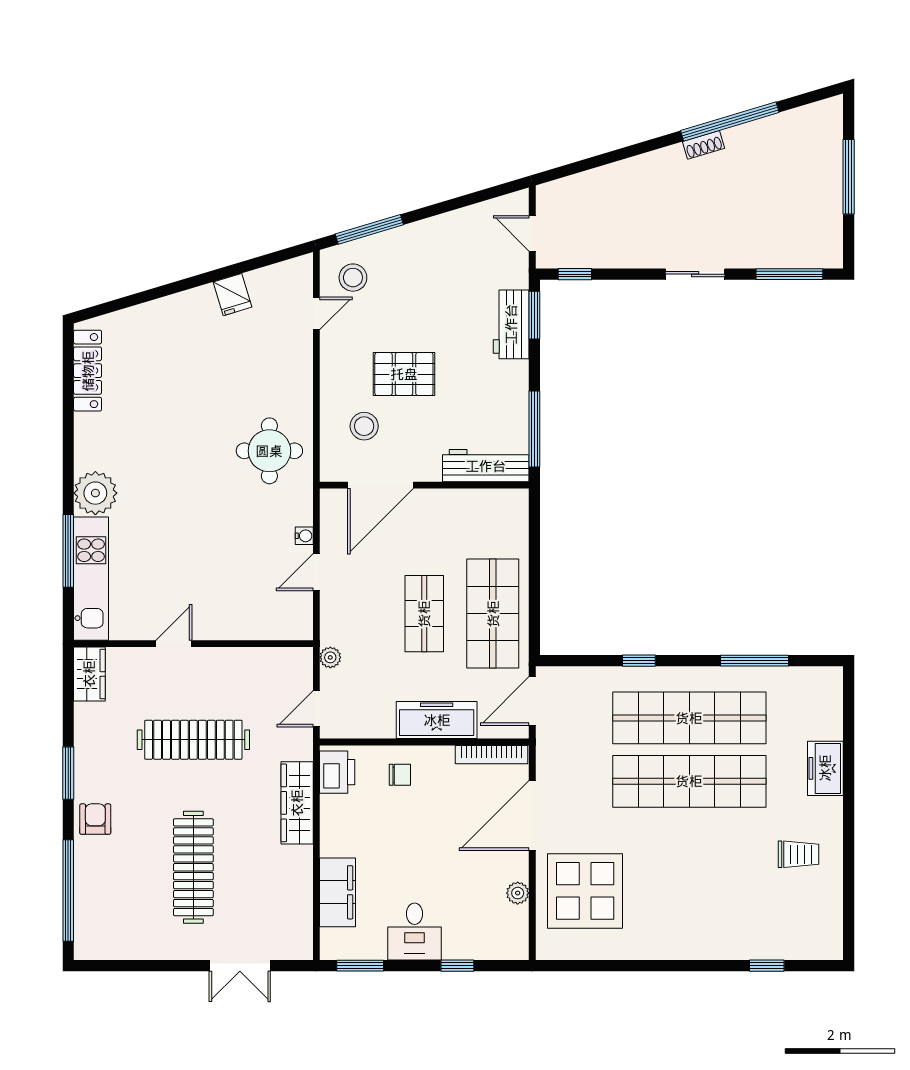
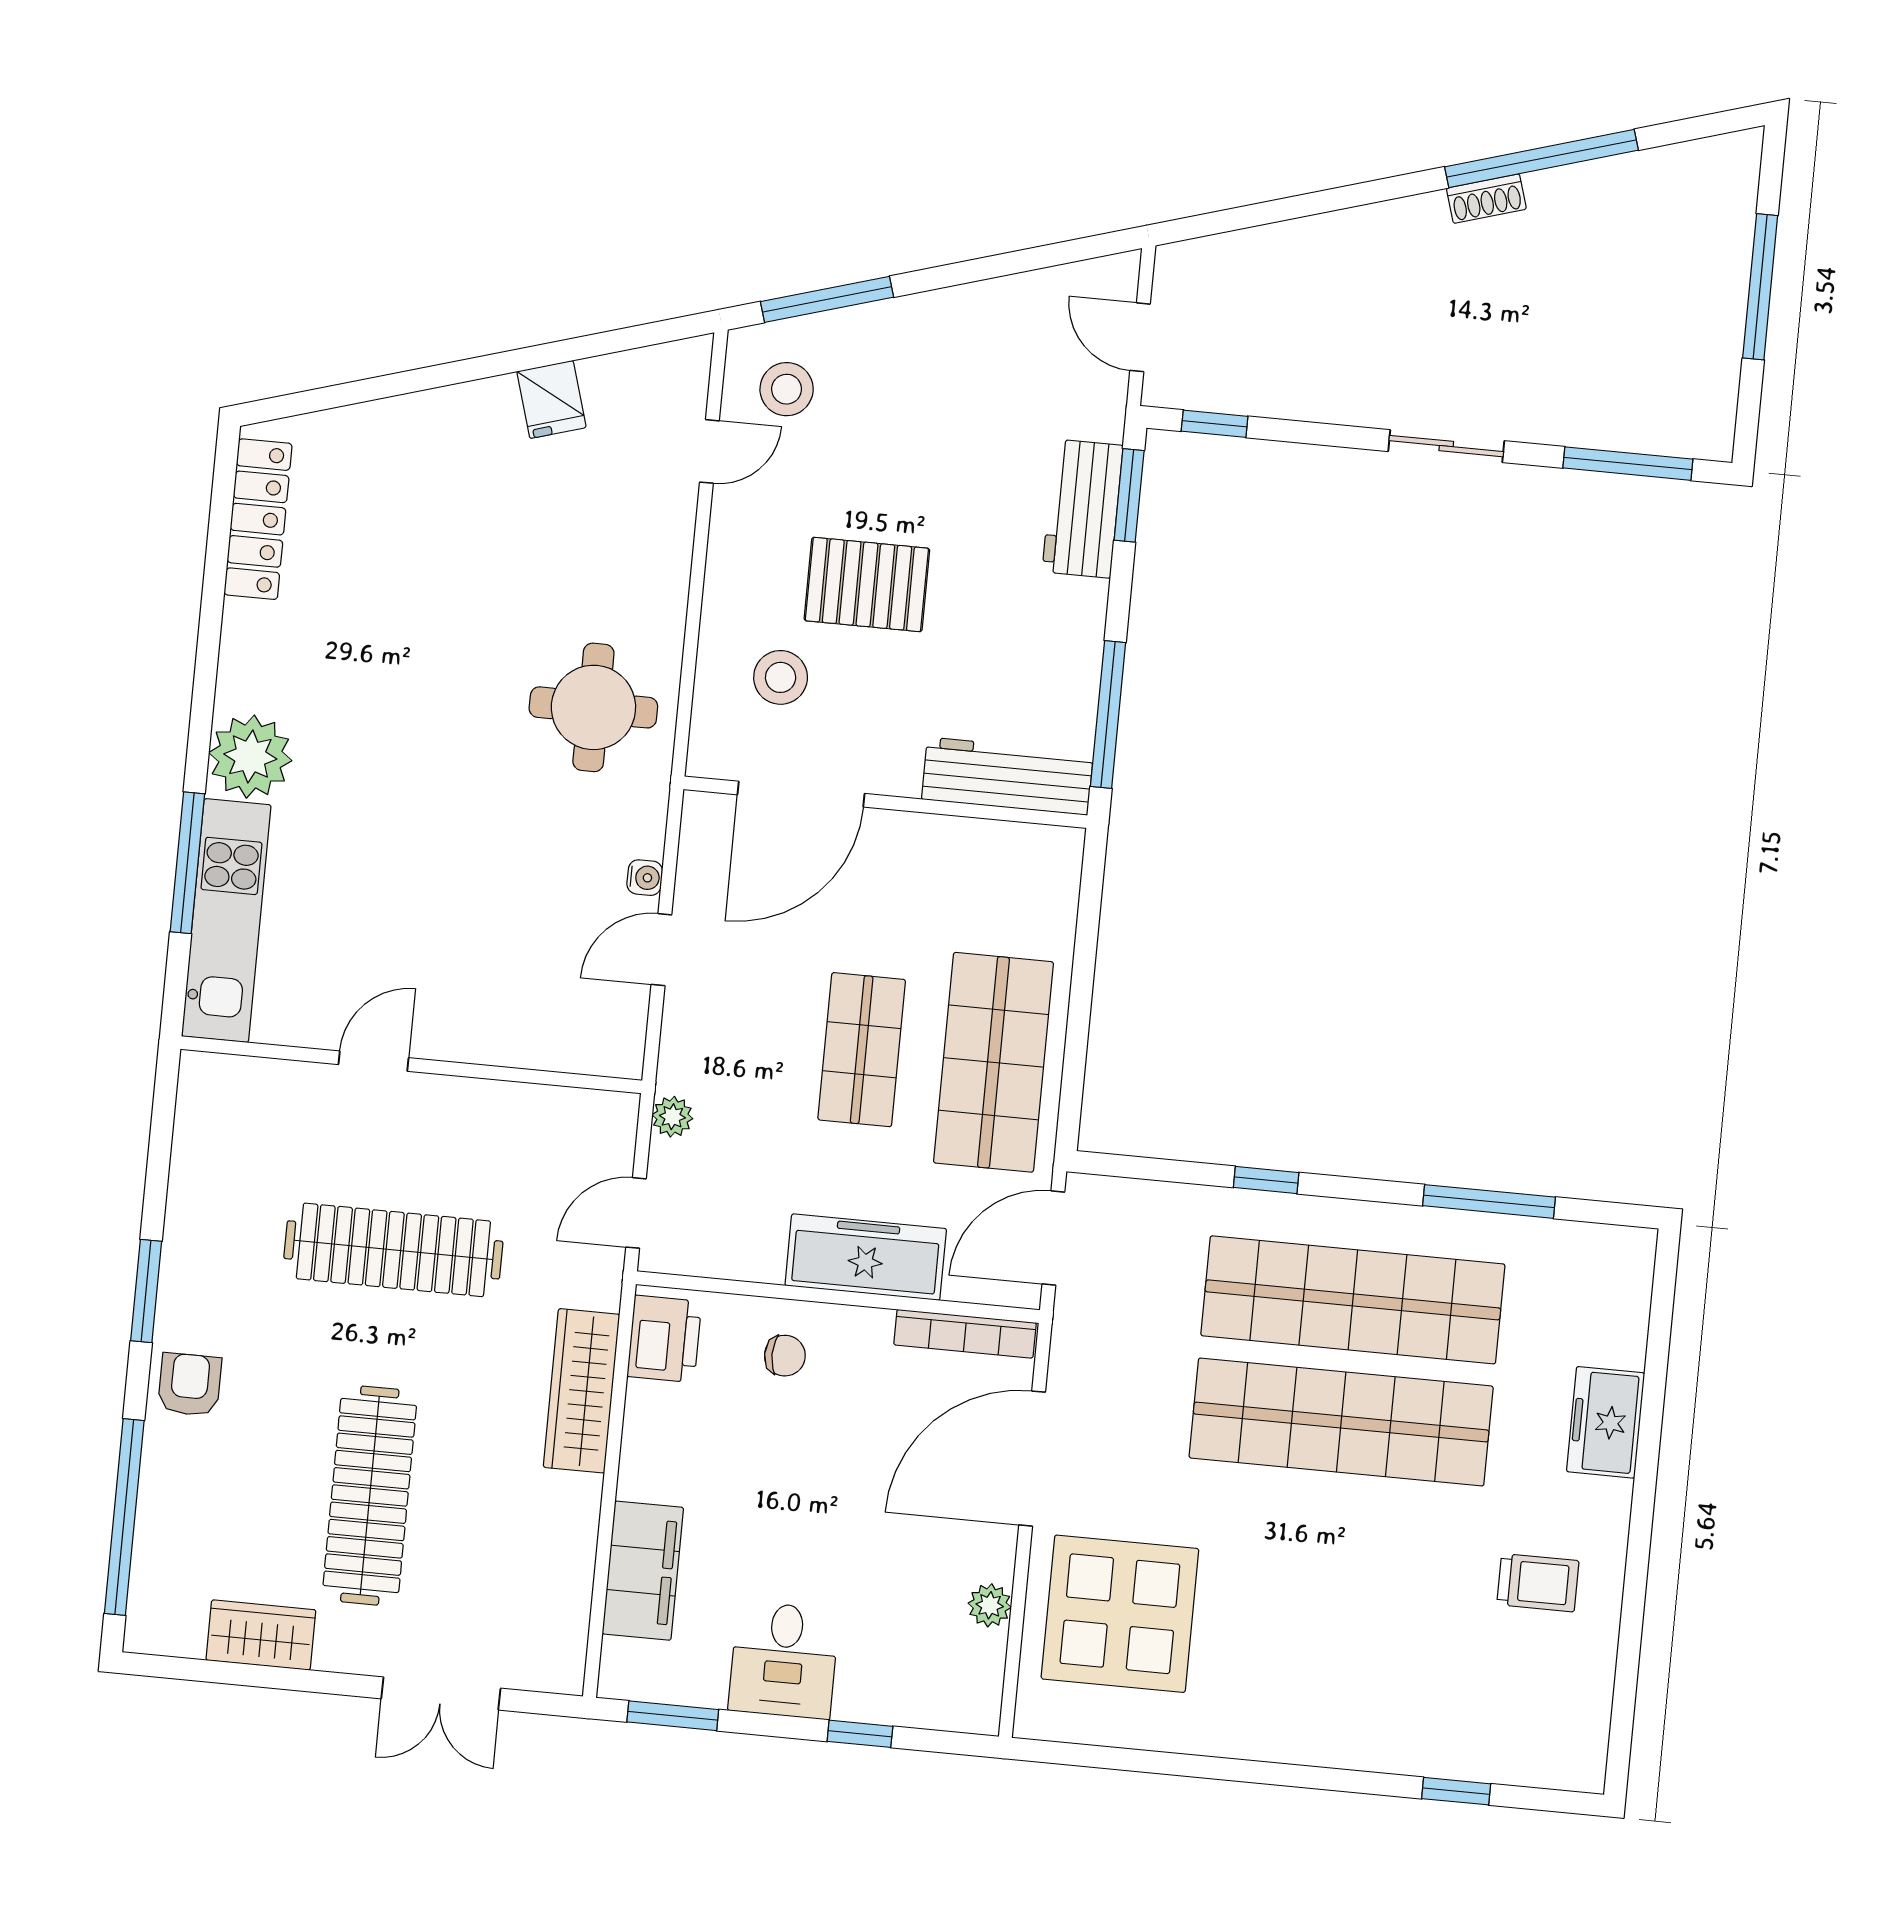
wardrobe: (89, 674) -> (261, 1635), moved, turned -90

